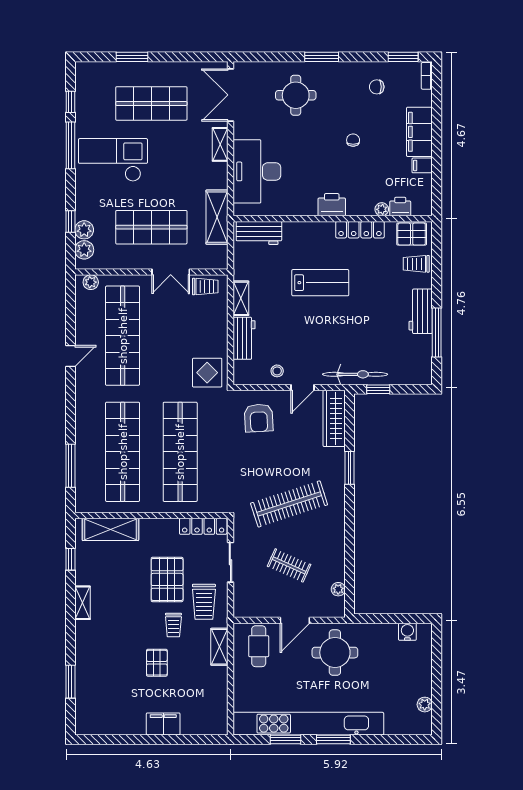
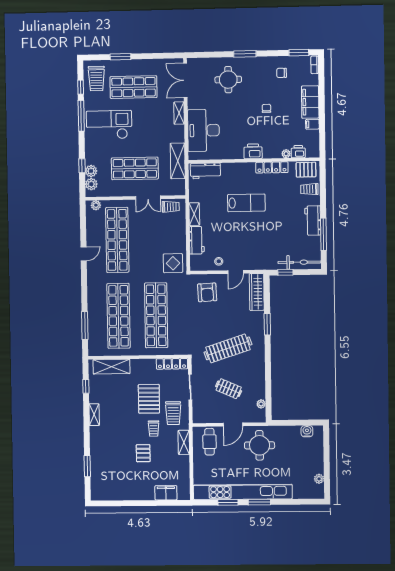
trolley: (95, 89) -> (96, 79), added
bicycle: (355, 374) -> (299, 262), moved
filing cabinet: (163, 724) -> (166, 493), moved

